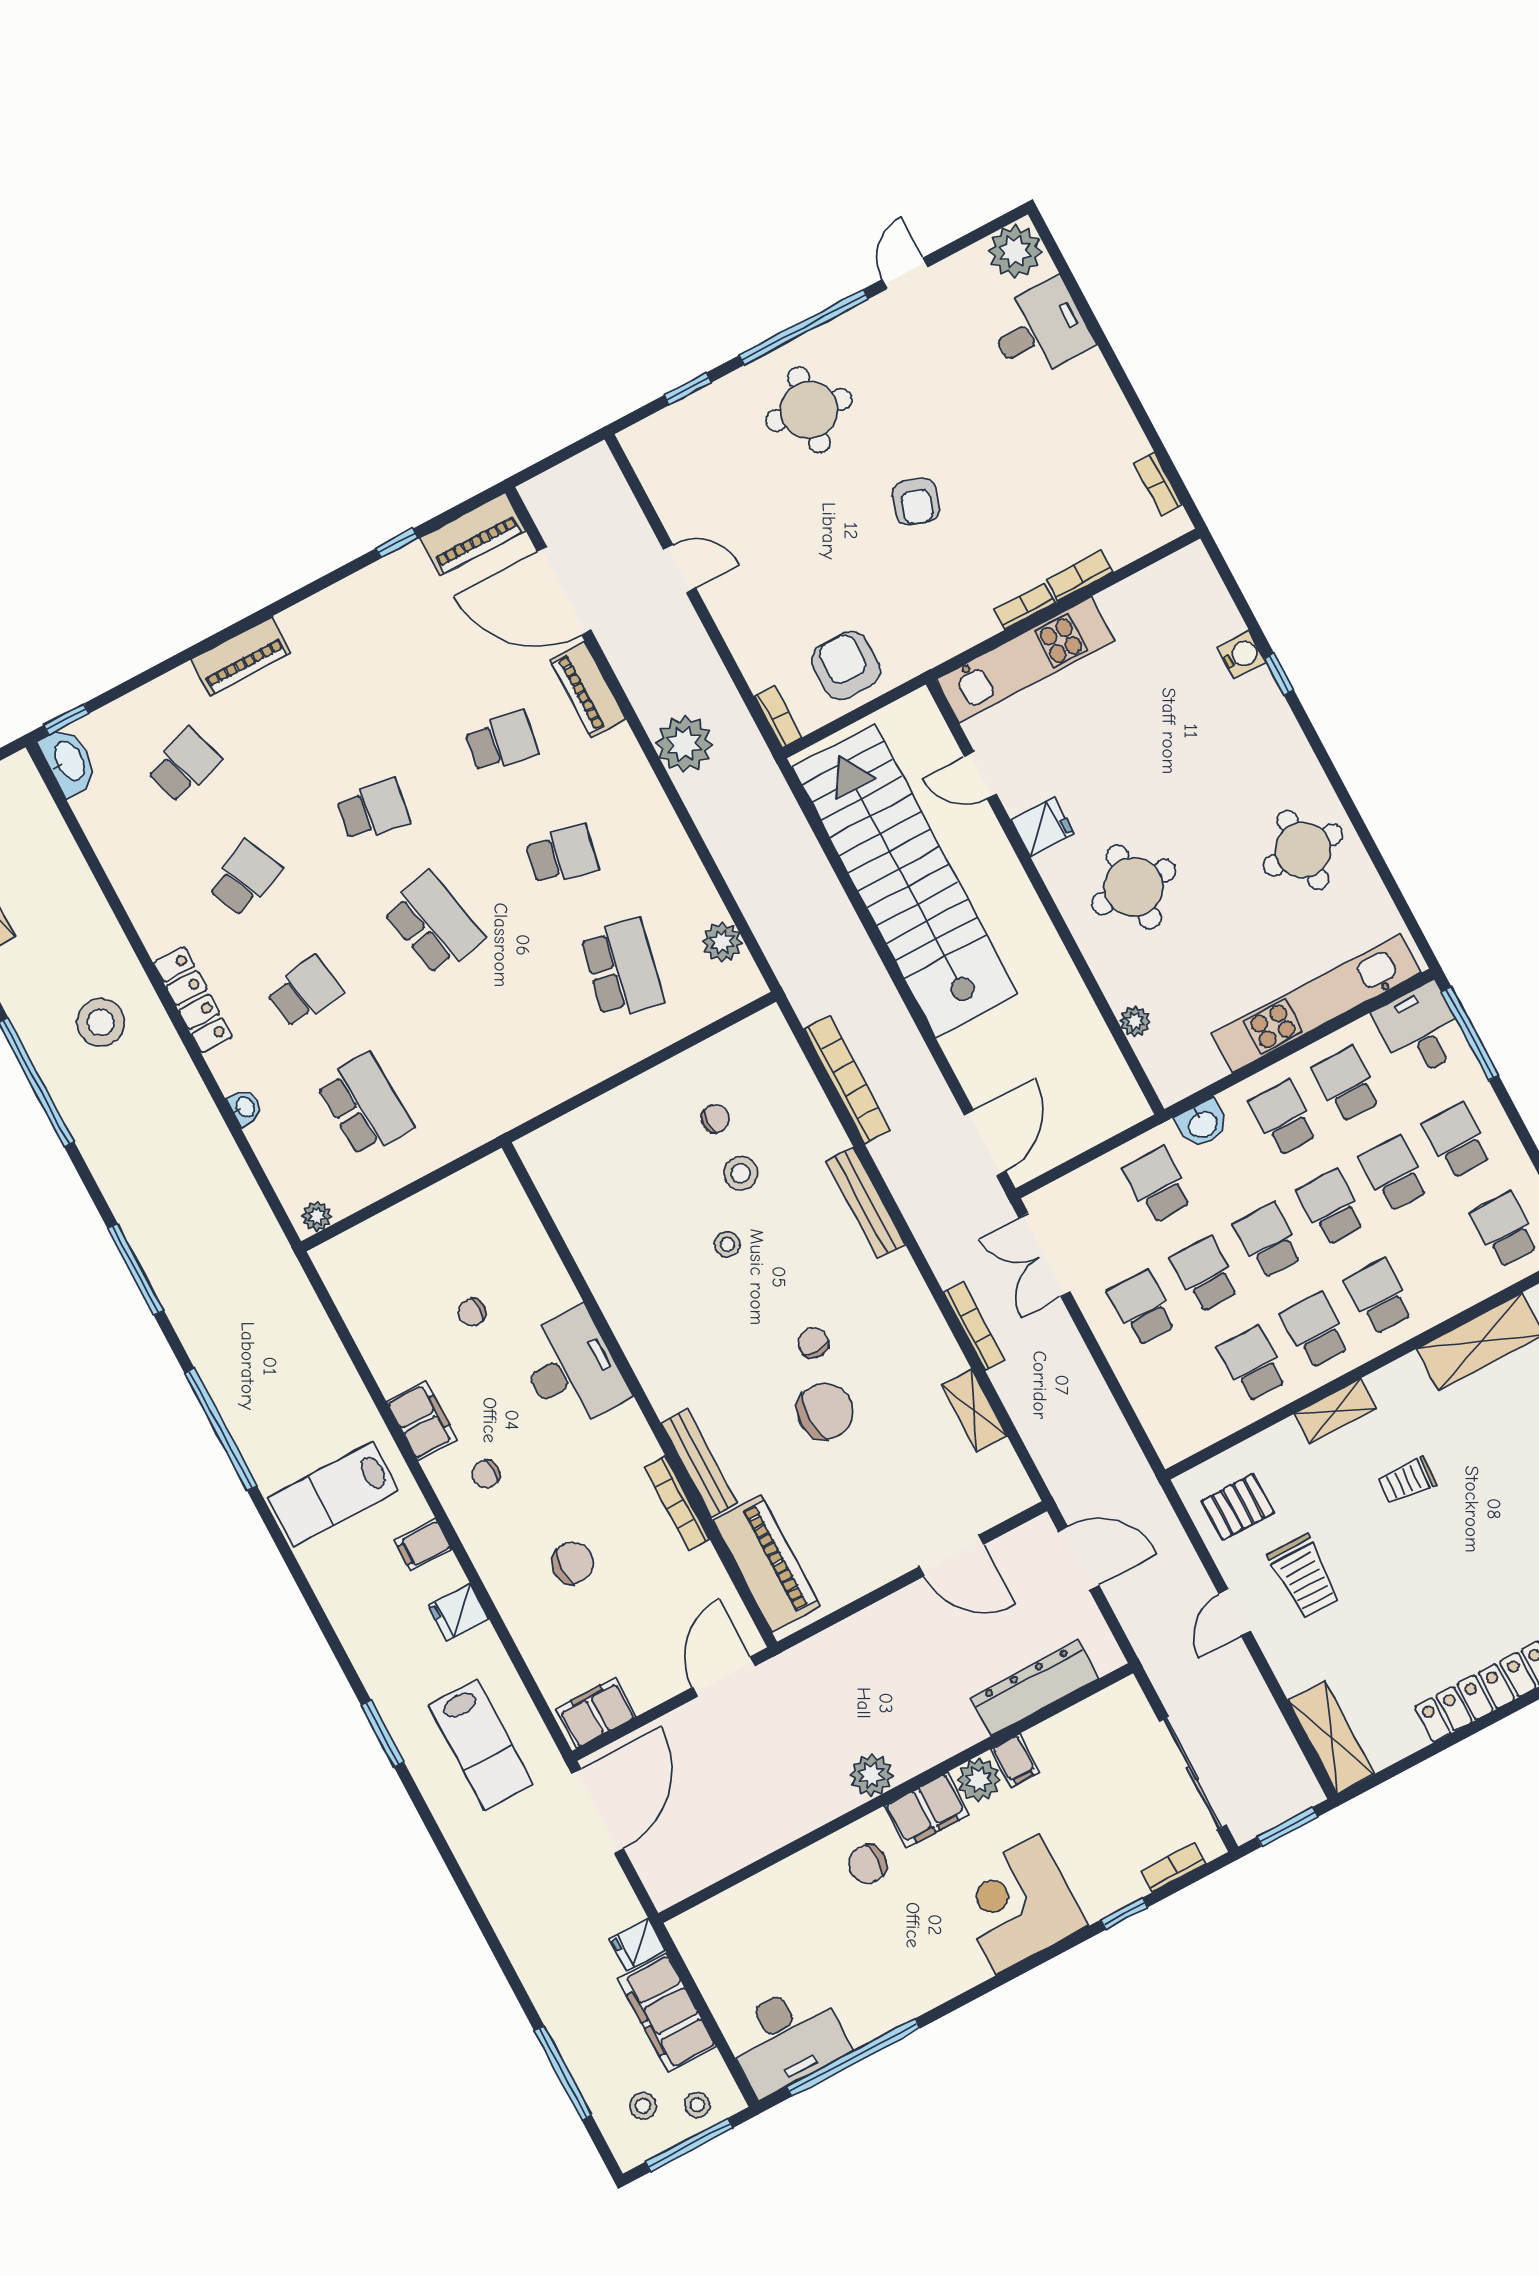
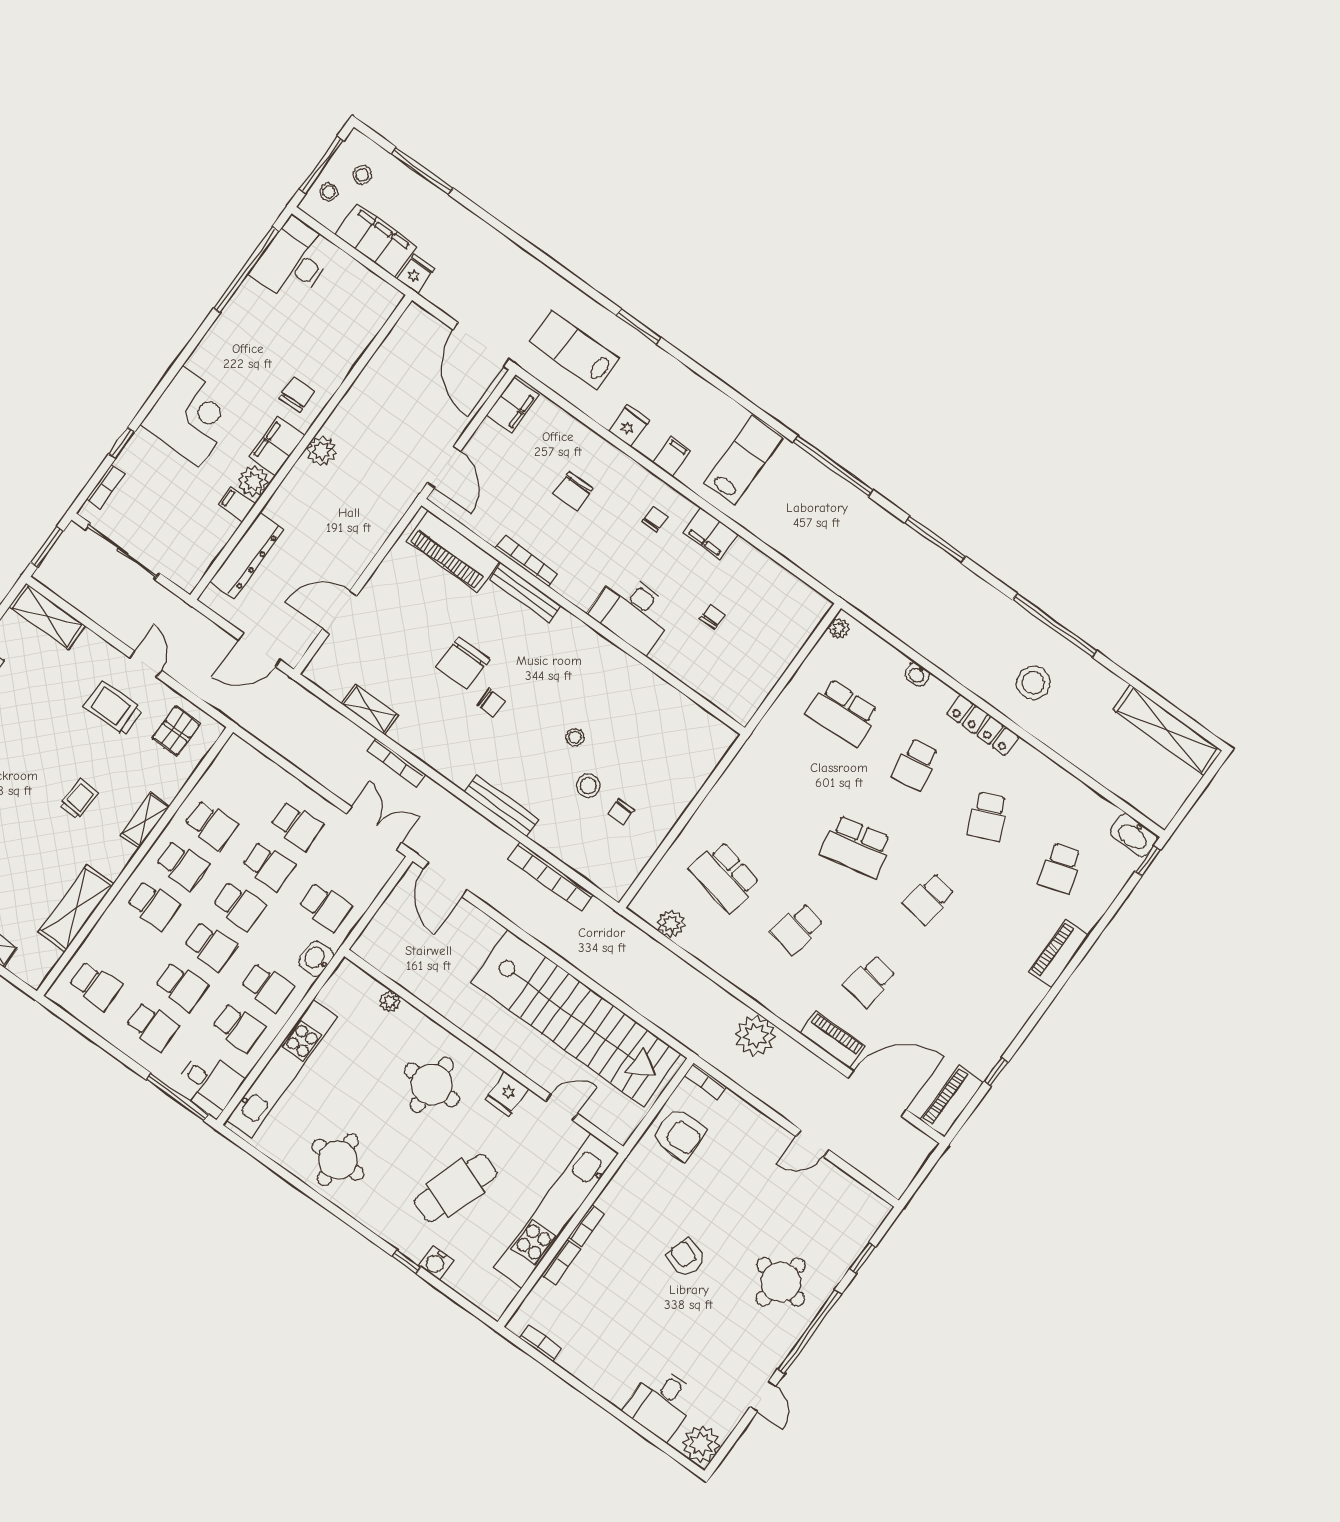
kitchen unit: (1025, 660) -> (556, 1211), width x1.36
cafe table: (1169, 739) -> (455, 1188), added

